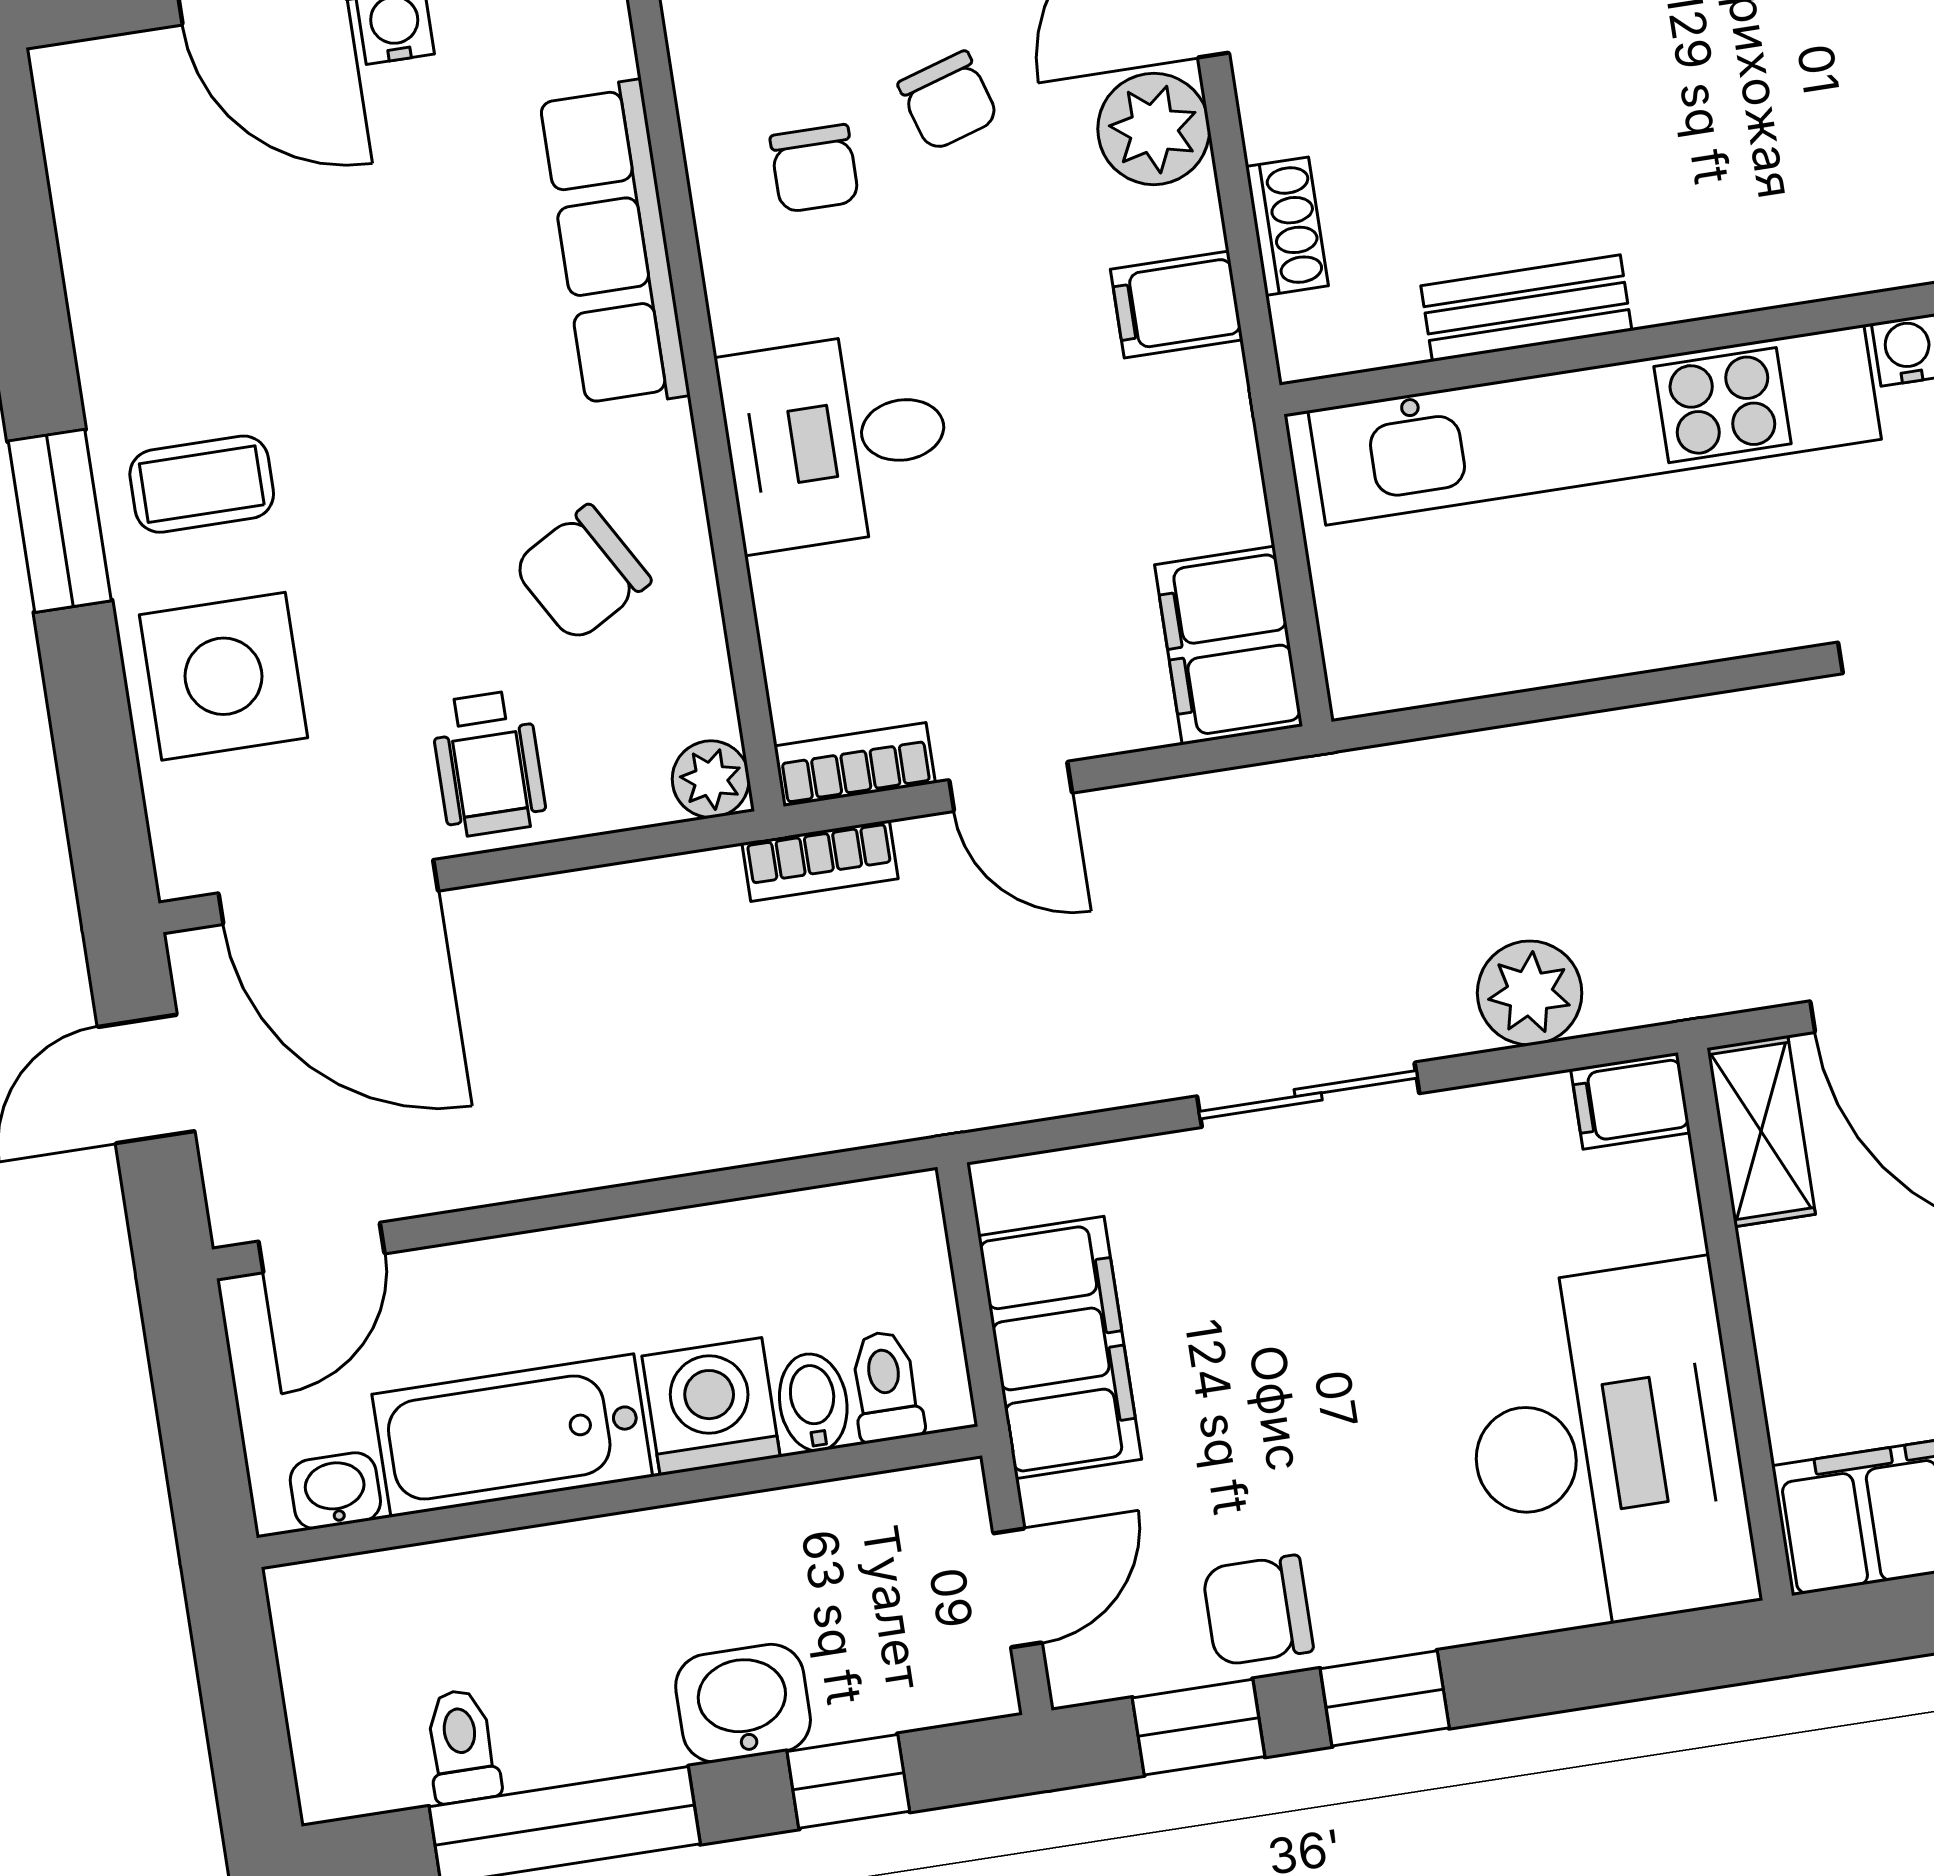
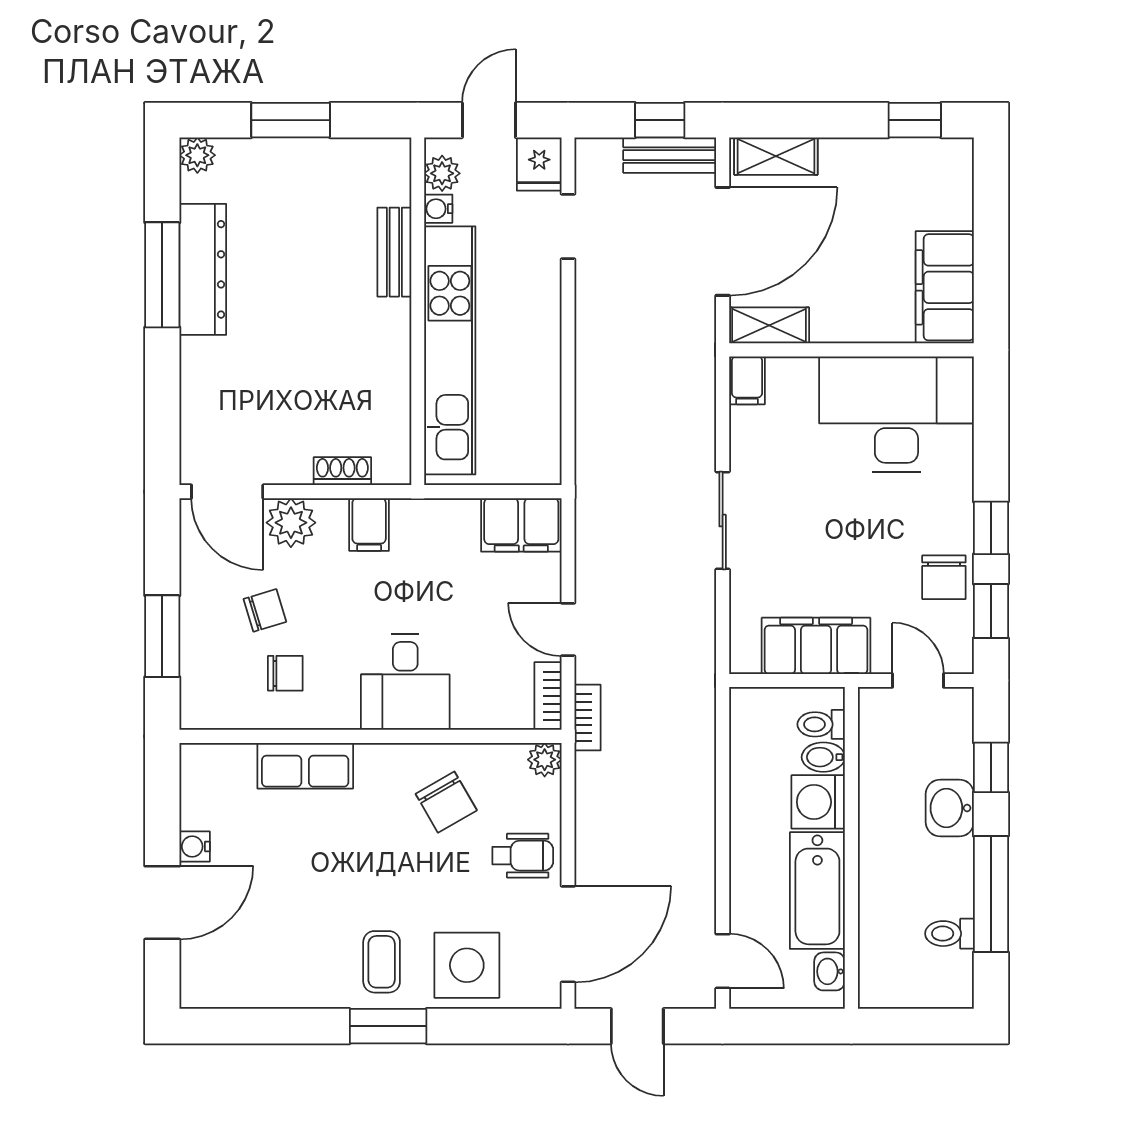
row of seats: (614, 245) -> (305, 766), width x0.68
bench: (1526, 308) -> (394, 252), moved
door: (1011, 786) -> (568, 629), swing flipped
plant: (1530, 993) -> (693, 417), removed

